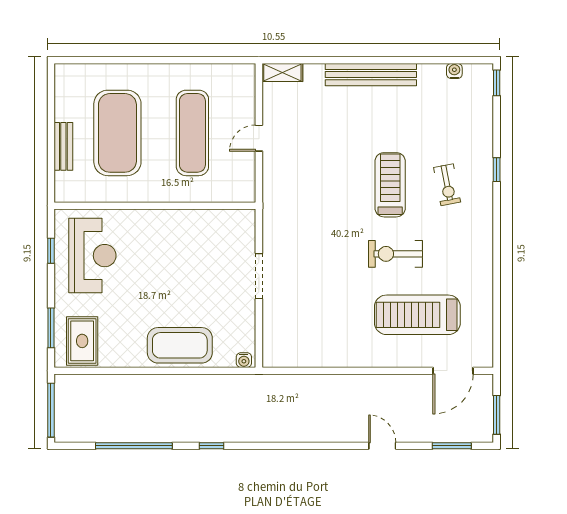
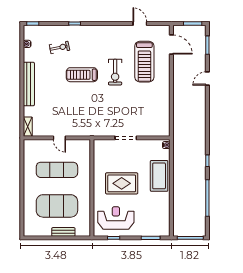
exercise bike: (447, 185) -> (59, 47), moved
door: (497, 305) -> (140, 23), added
rug: (82, 341) -> (122, 183), moved, width x1.36, depth x1.43

